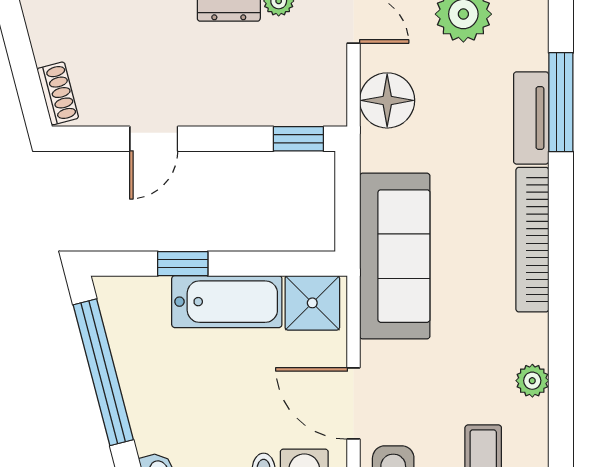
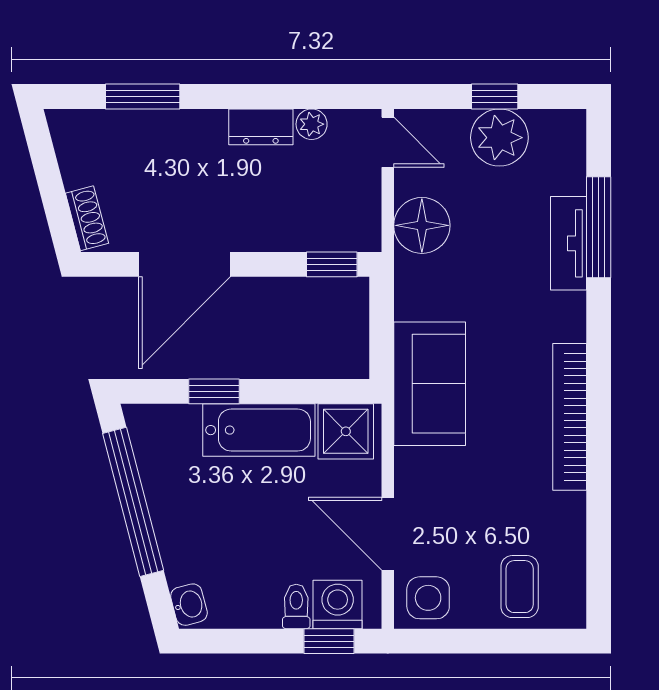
door: (154, 139) -> (184, 264), width x1.88
bookcase: (532, 240) -> (570, 417), moved
sofa: (395, 256) -> (430, 384), width x0.73
plant: (532, 381) -> (570, 510), removed

